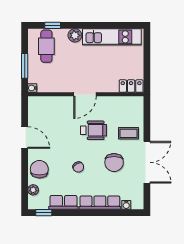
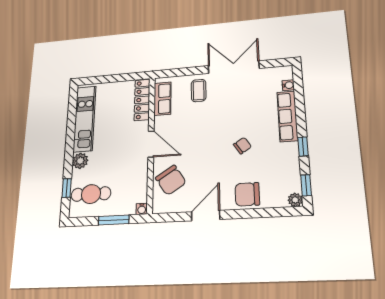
locker: (131, 86) -> (142, 100), width x1.53
wheelchair: (94, 130) -> (195, 131), removed
chair: (114, 162) -> (171, 180), moved, turned 57
plant: (33, 190) -> (295, 200), moved
row of seats: (63, 202) -> (162, 99), moved, turned 180
window: (74, 213) -> (303, 146), added

